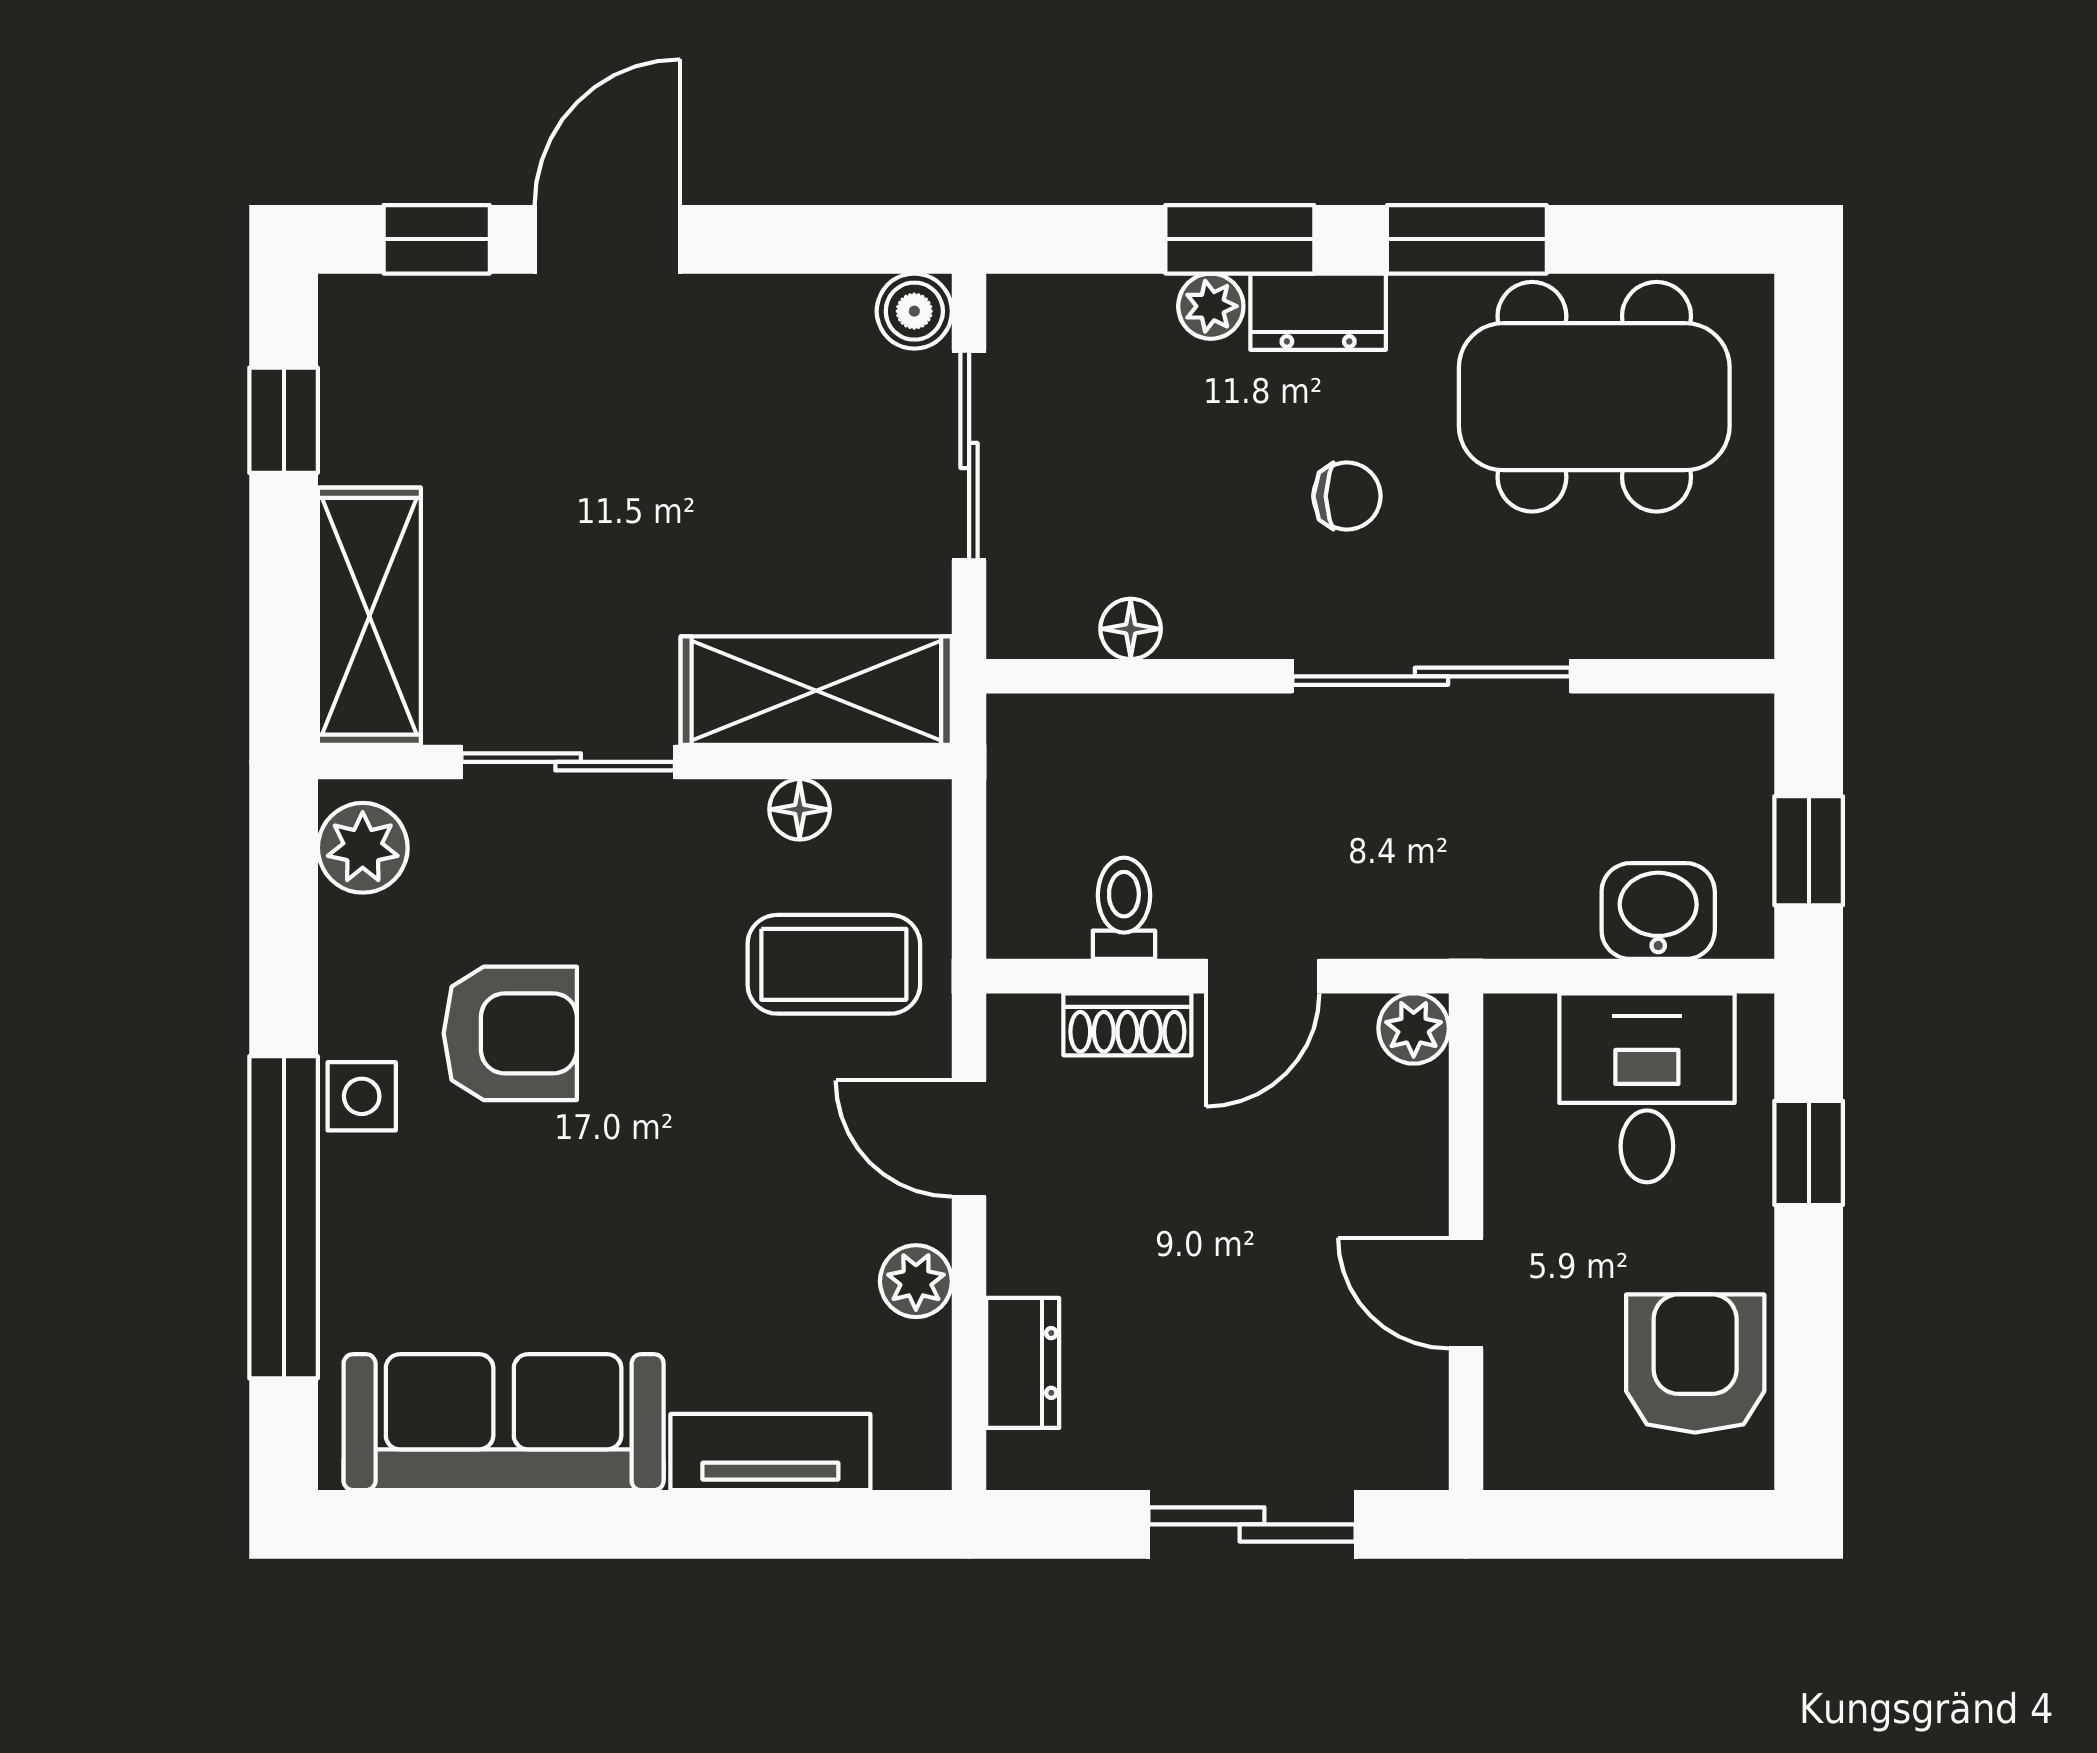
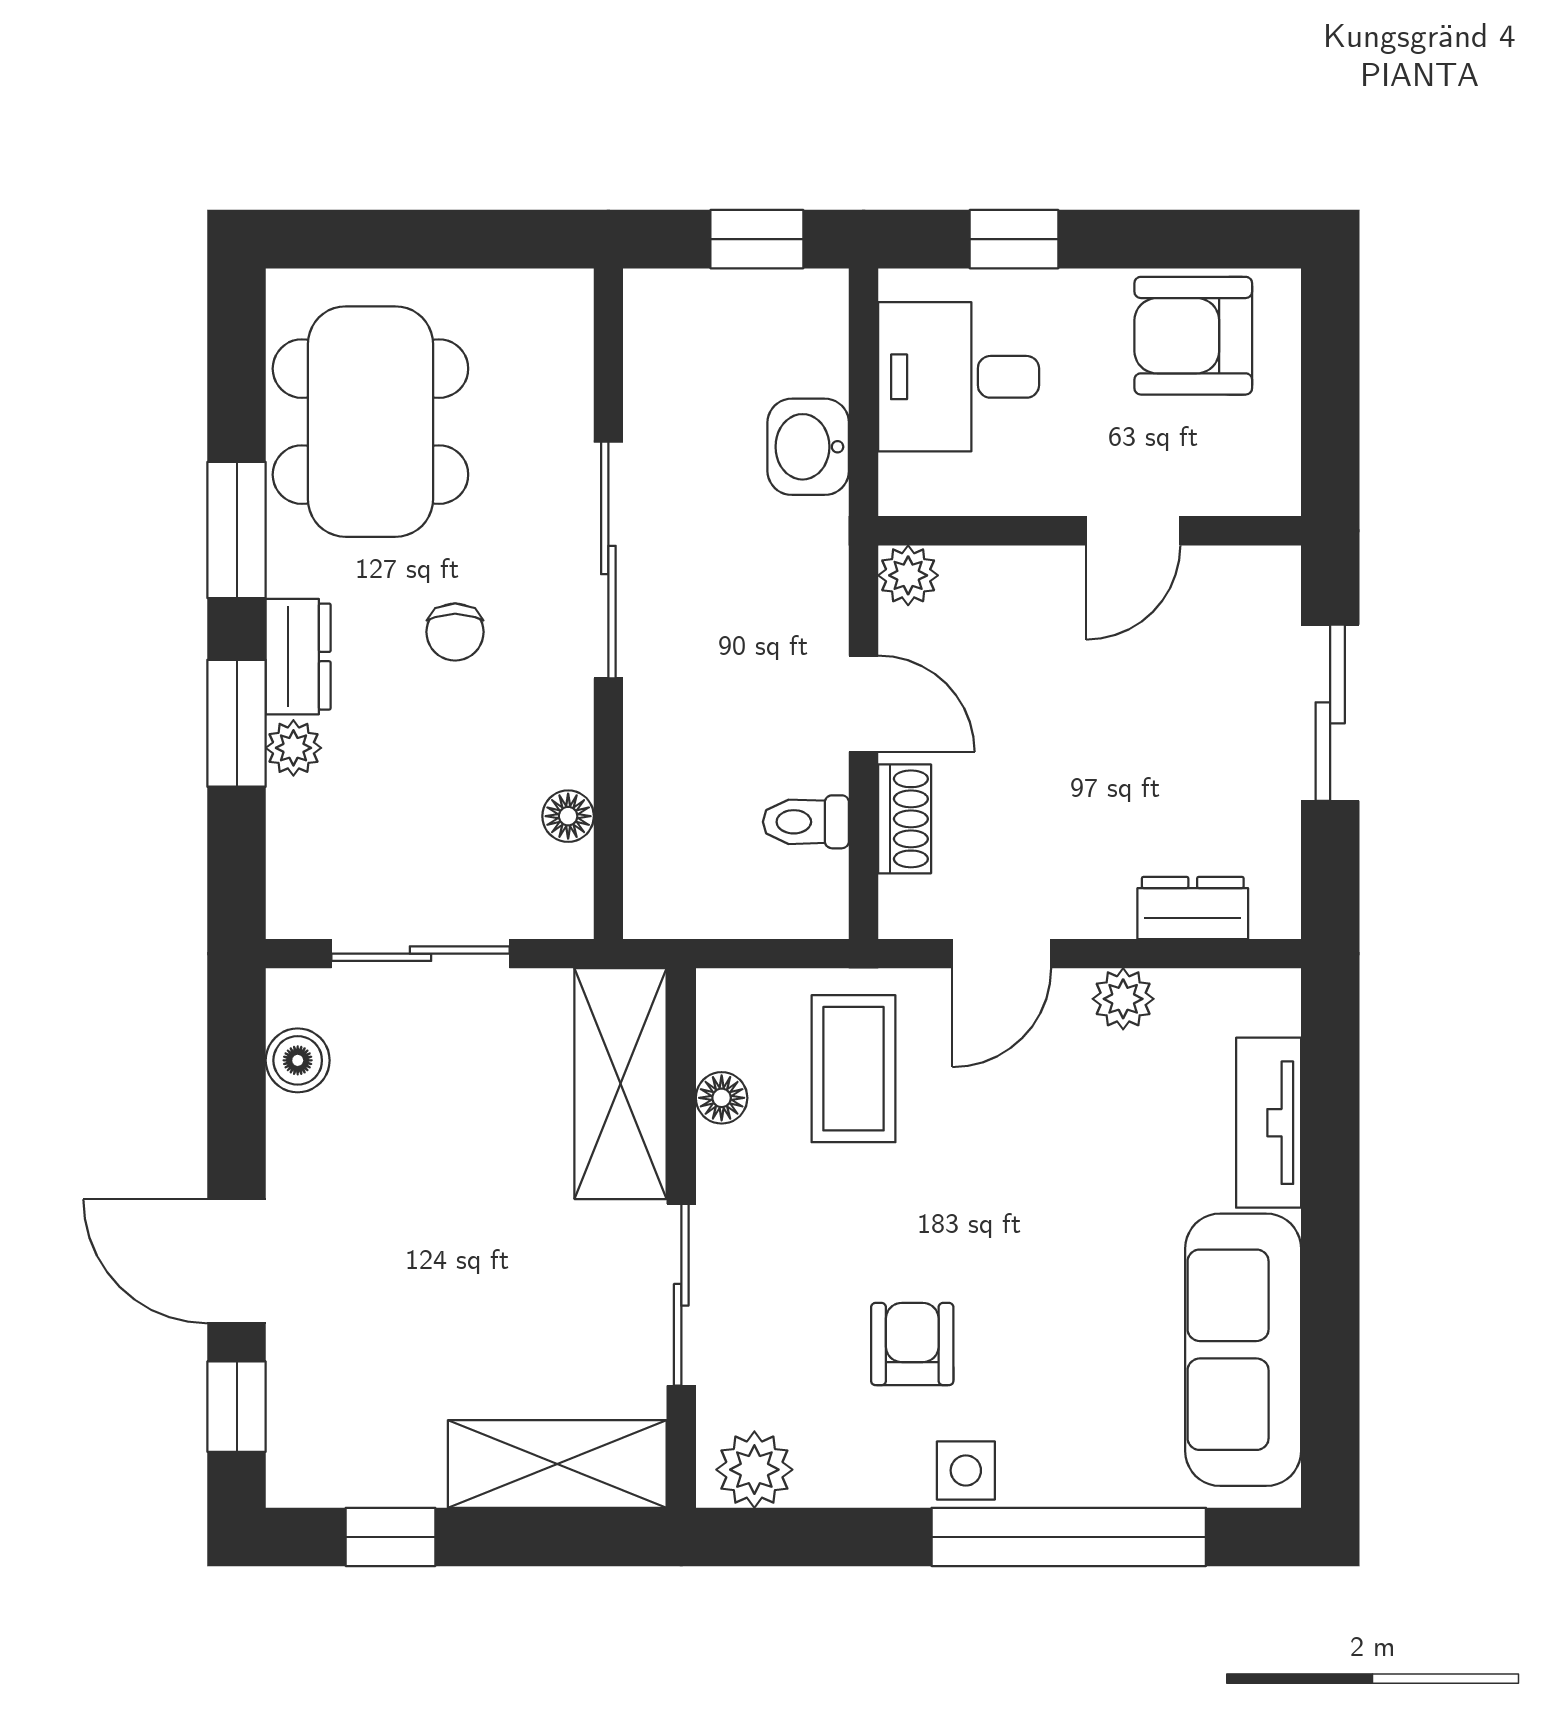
boiler: (914, 311) -> (298, 1060), moved
chair: (1347, 496) -> (455, 632), turned 180
washbasin: (1658, 911) -> (808, 447), moved
armchair: (510, 1033) -> (912, 1344), width x0.72, depth x0.72

